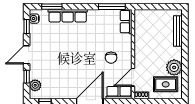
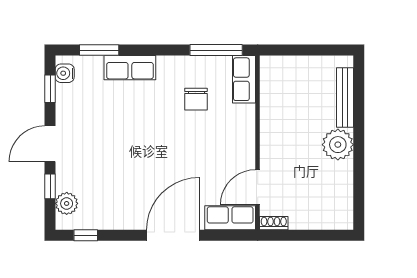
row of seats: (68, 16) -> (130, 68), width x0.68
chair: (111, 58) -> (196, 99), moved
plant: (174, 67) -> (338, 145), moved
rug: (166, 84) -> (321, 202), removed

